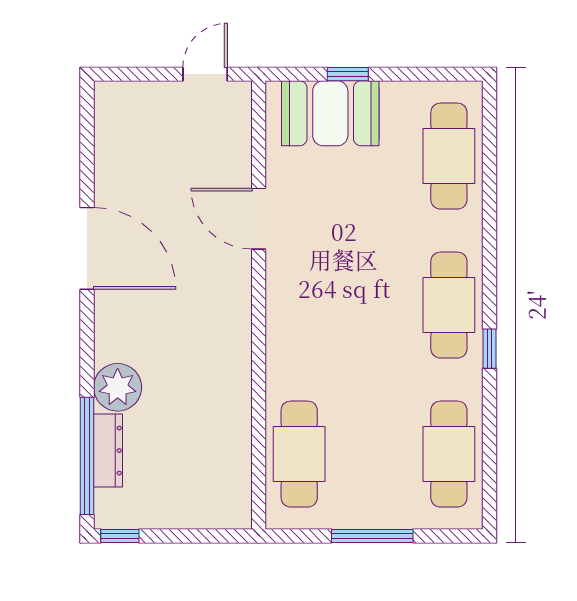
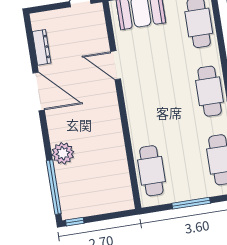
dresser: (108, 451) -> (42, 47), moved

